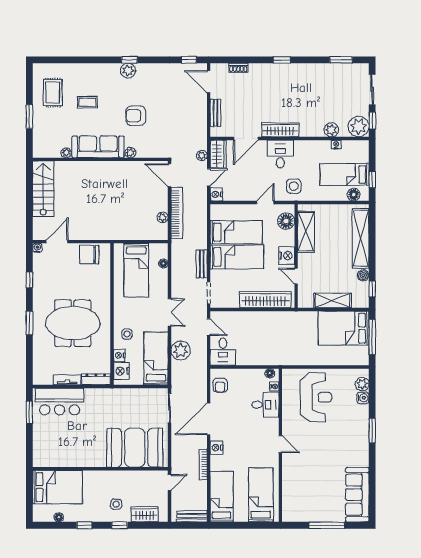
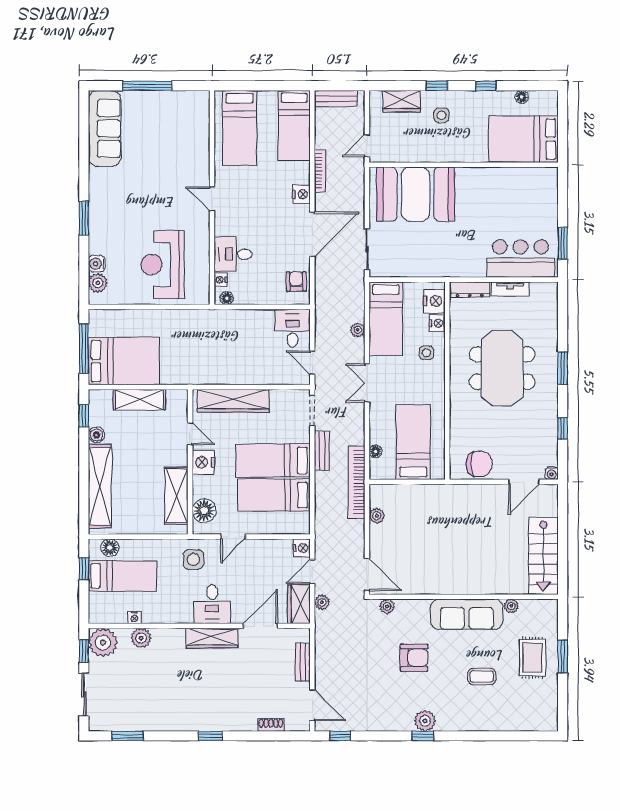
rug: (53, 93) -> (532, 658), moved
plant: (130, 153) -> (387, 606), moved
bookcase: (177, 213) -> (357, 482), moved
meeting table: (73, 323) -> (502, 368), turned 90
plant: (181, 351) -> (358, 330), width x0.53, depth x0.53

